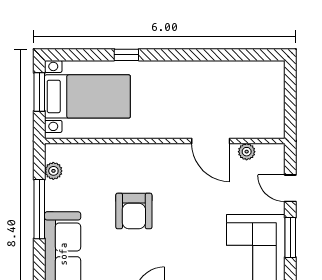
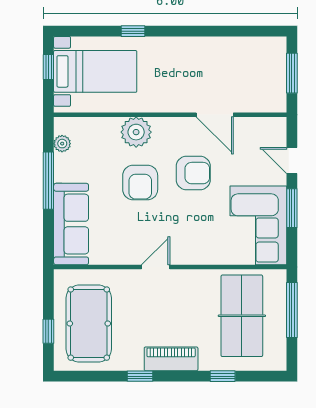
window: (39, 92) -> (48, 67), width x0.67
window: (290, 98) -> (292, 73), added
plant: (247, 152) -> (136, 132), moved, width x1.88, depth x1.88
armchair: (189, 201) -> (193, 173), added

